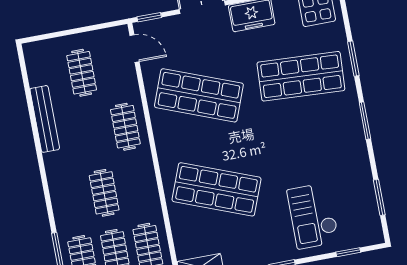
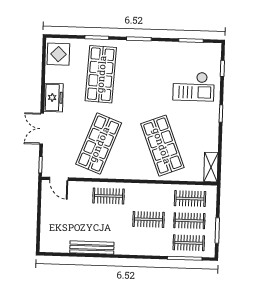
door: (134, 49) -> (59, 179), swing flipped
clothes rail: (82, 73) -> (67, 217), removed
shop shelf: (217, 189) -> (162, 146), turned -42

